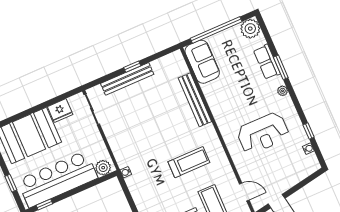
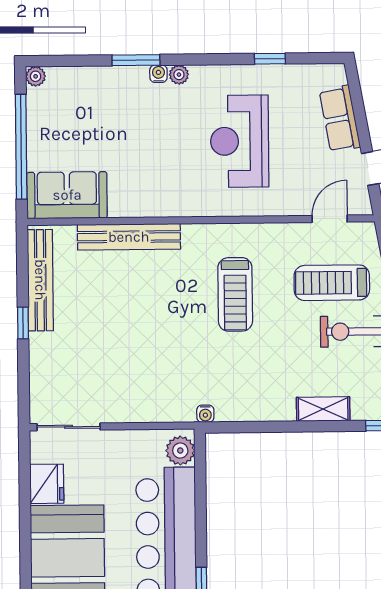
plant: (250, 29) -> (36, 76), width x0.53, depth x0.53
row of seats: (267, 62) -> (340, 119), moved, turned 80
bench: (127, 79) -> (40, 280), moved
reception desk: (263, 133) -> (240, 141), turned 180
water cooler: (308, 149) -> (158, 74), moved
treadmill: (189, 162) -> (235, 294), turned 180

